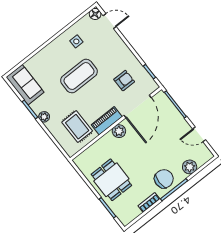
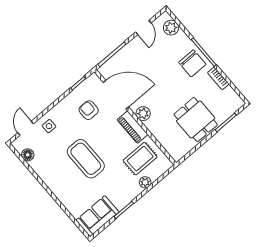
floor lamp: (95, 14) -> (28, 155), moved
side table: (76, 41) -> (49, 126), moved
plant: (44, 117) -> (145, 182), moved
plant: (190, 167) -> (171, 28), moved
chair: (164, 179) -> (192, 63), turned 180
dining table: (111, 180) -> (196, 120), turned 90

